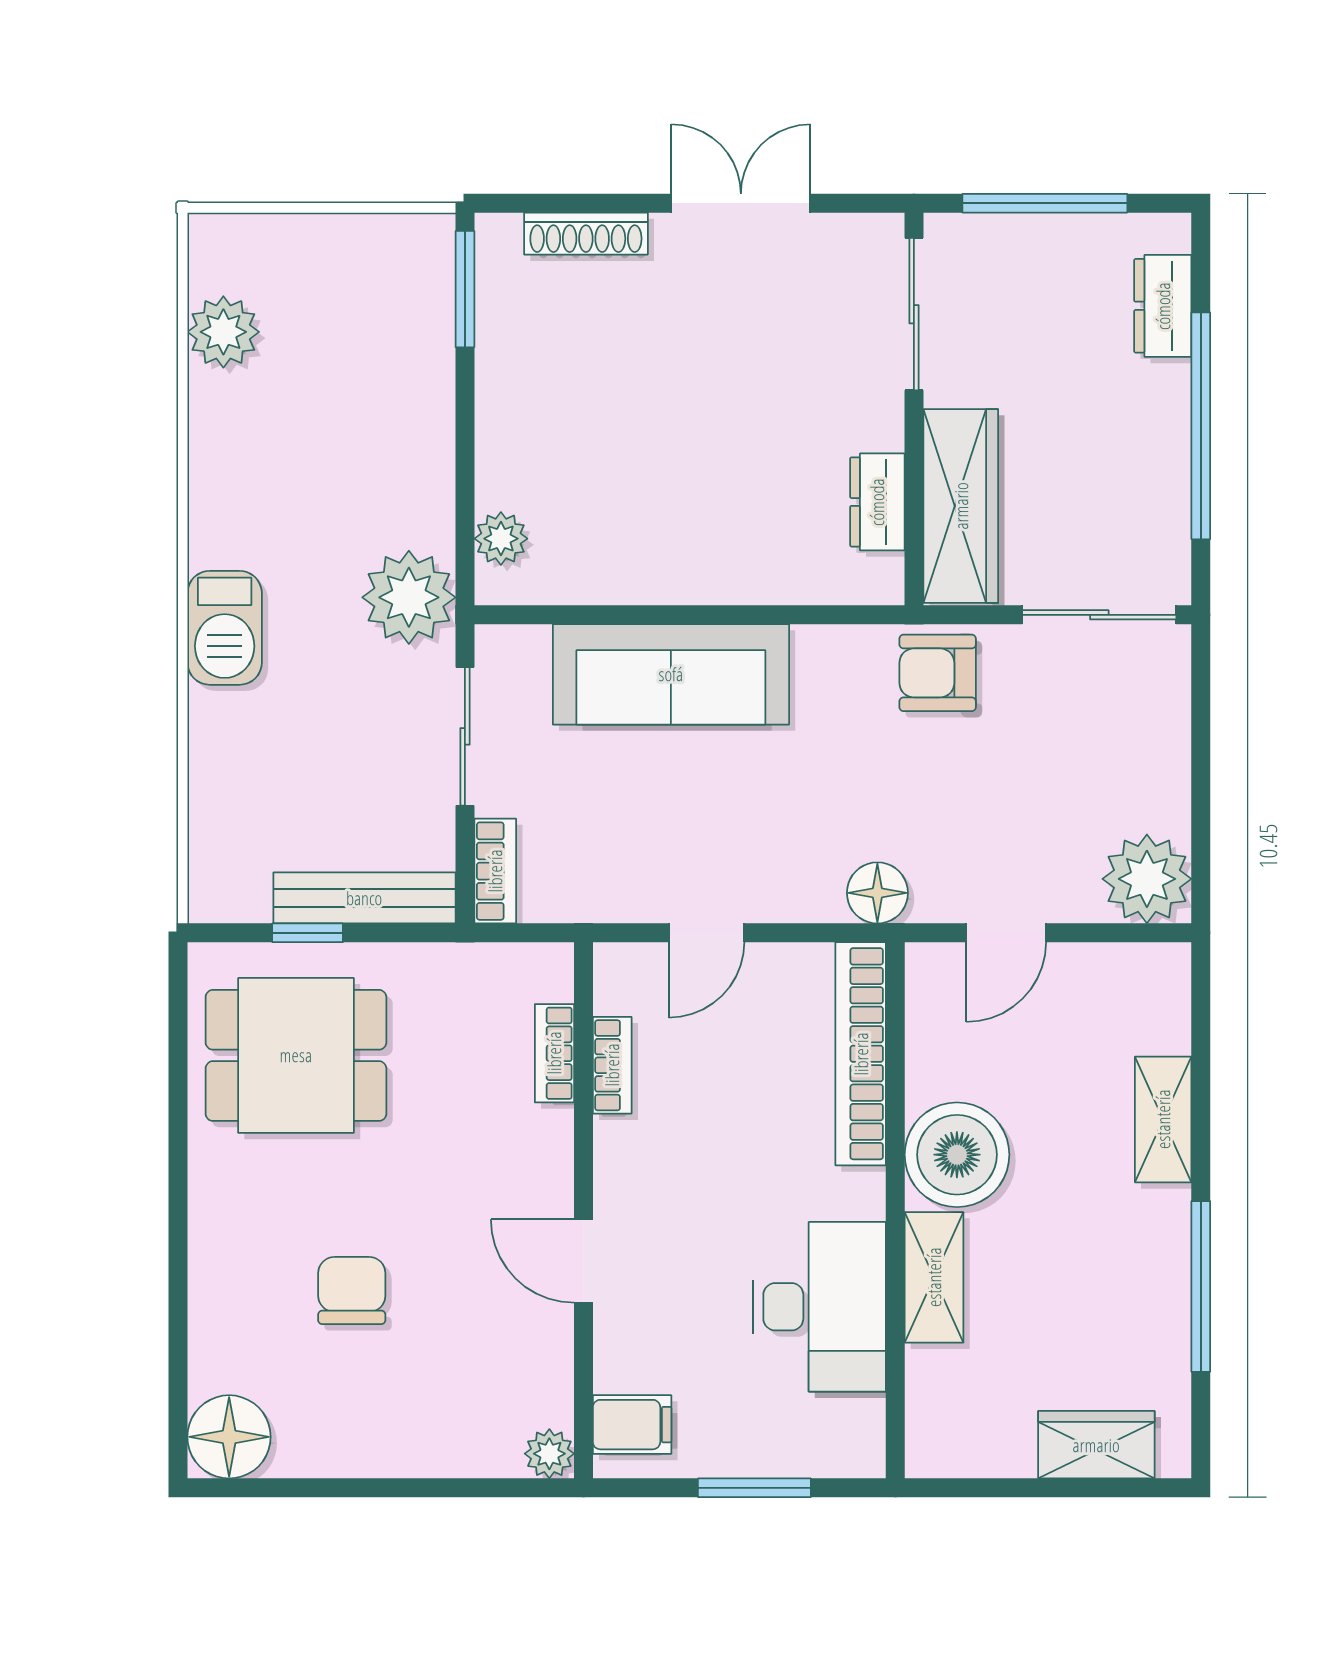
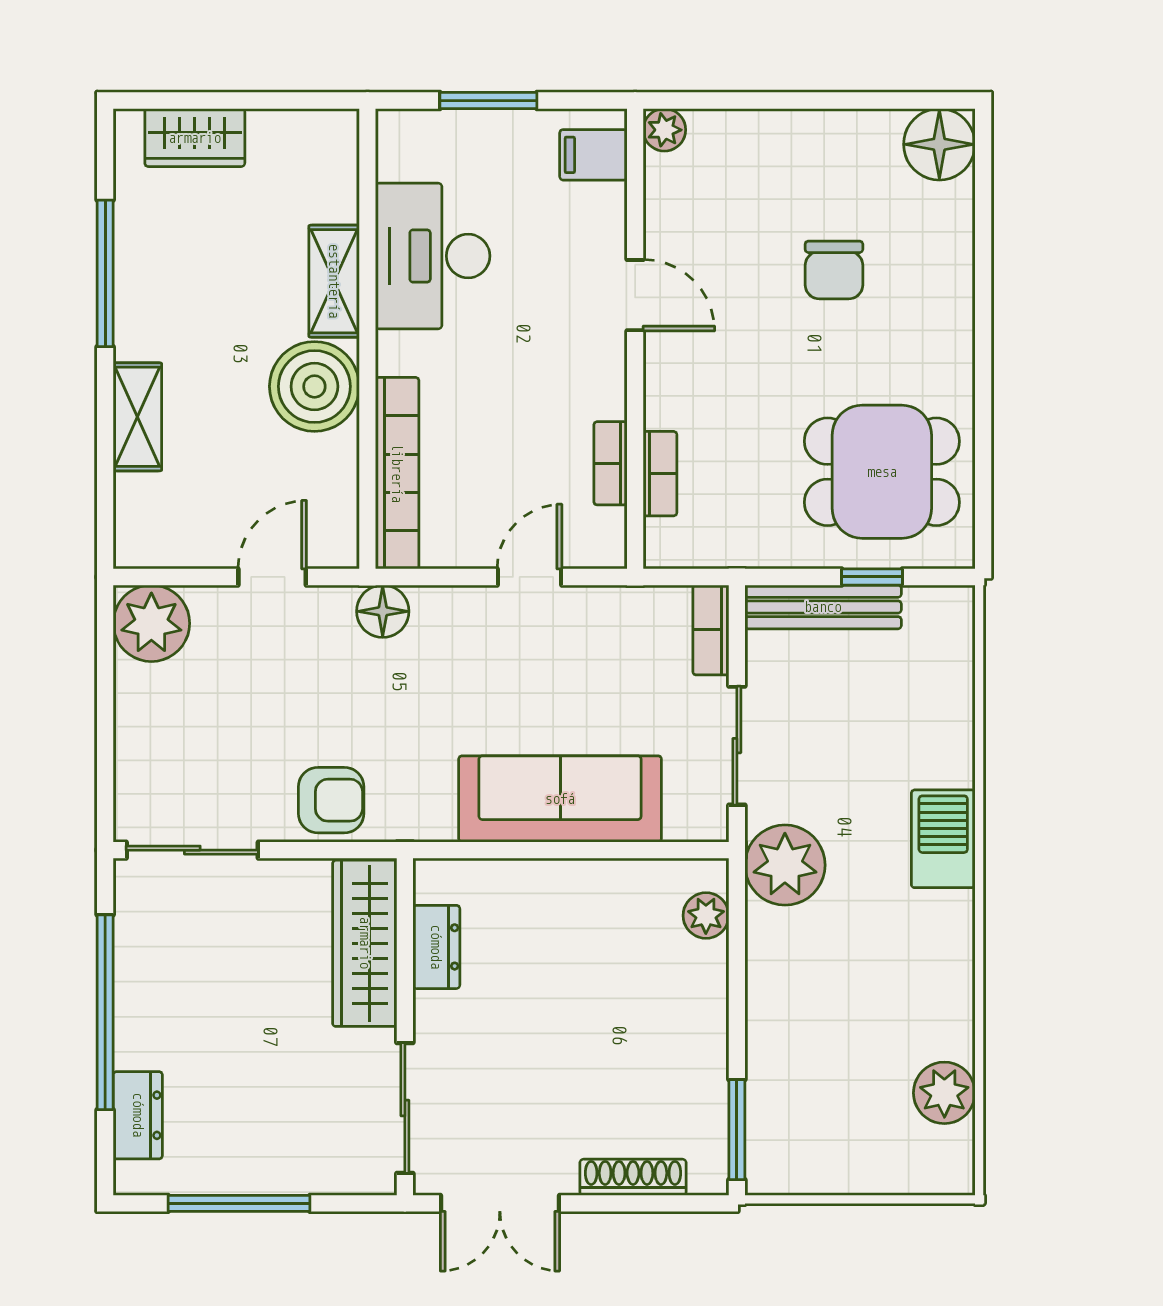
sliding door: (914, 314) -> (405, 1108), moved
wall: (914, 409) -> (405, 1027), moved
dresser: (877, 502) -> (436, 947), moved
wardrobe: (961, 506) -> (365, 943), moved

